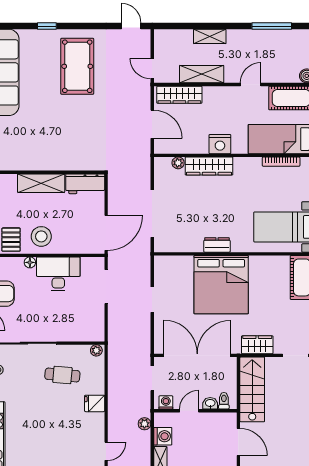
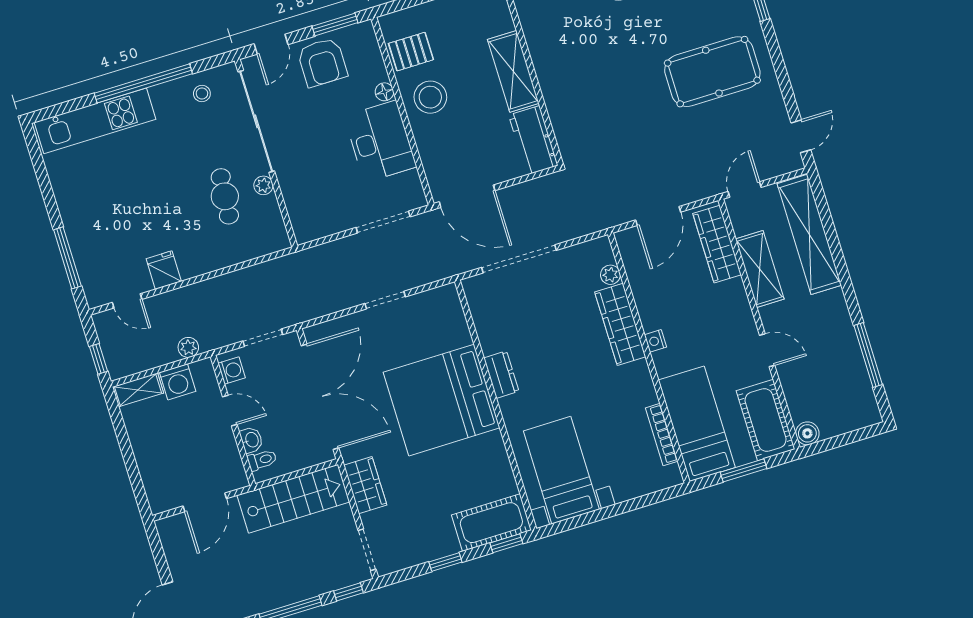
shelving: (210, 36) -> (809, 234), width x2.20, depth x1.33
nightstand: (220, 144) -> (655, 341), width x0.53, depth x0.56
plant: (96, 350) -> (263, 185), moved
fridge: (95, 403) -> (164, 270), moved

